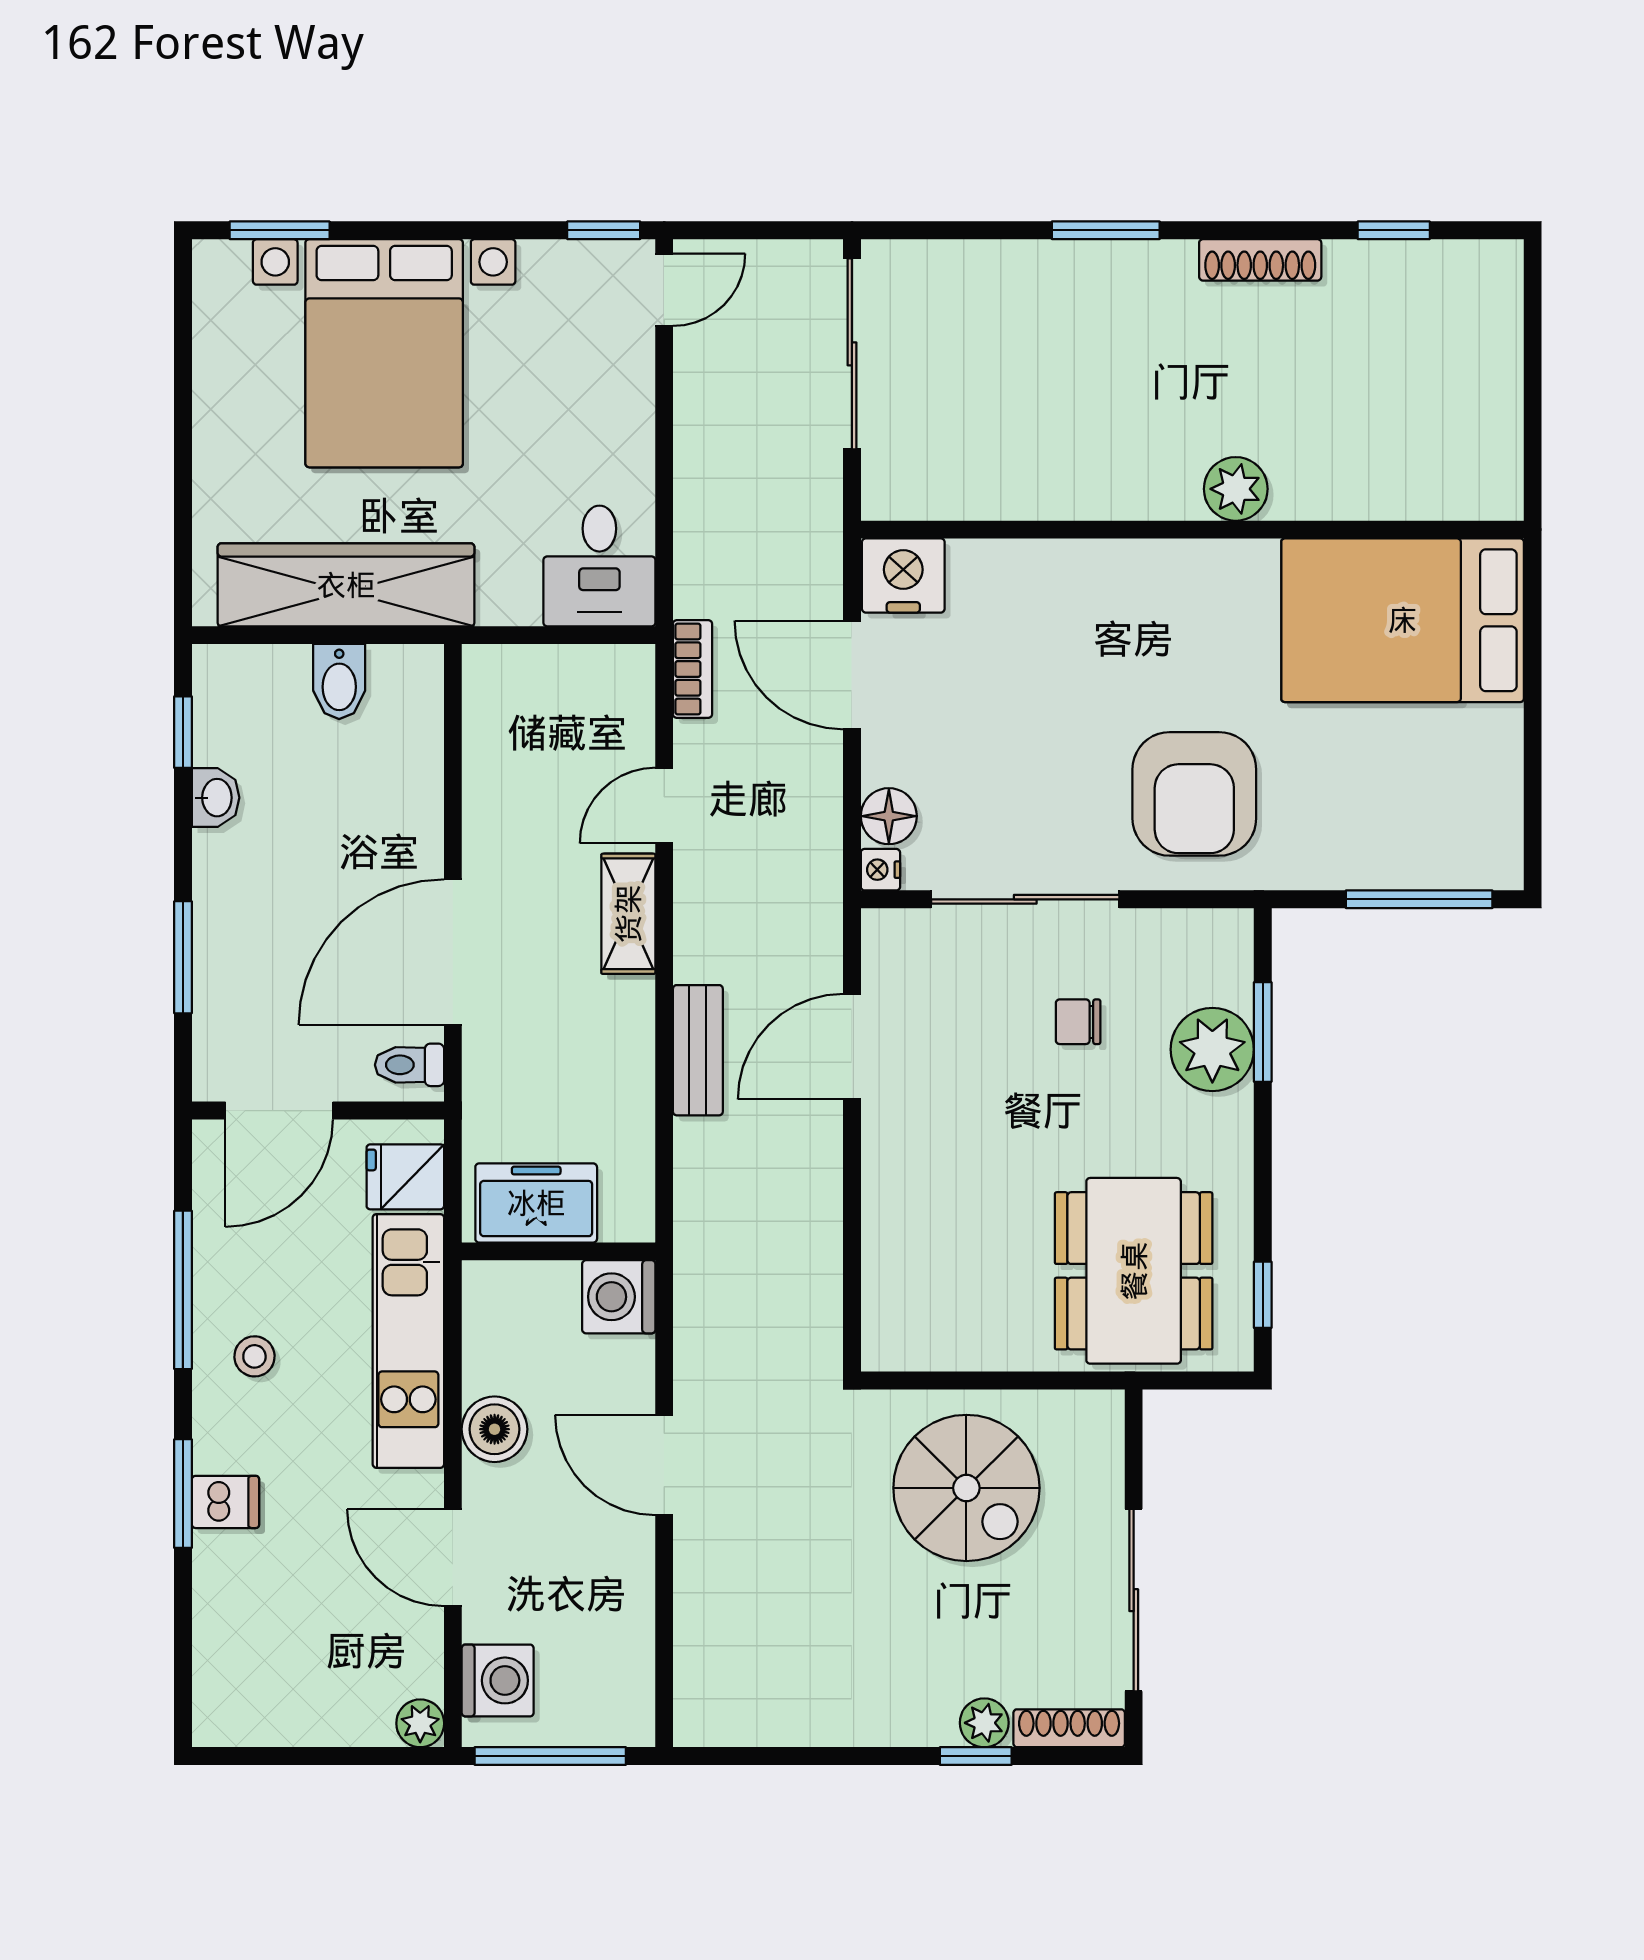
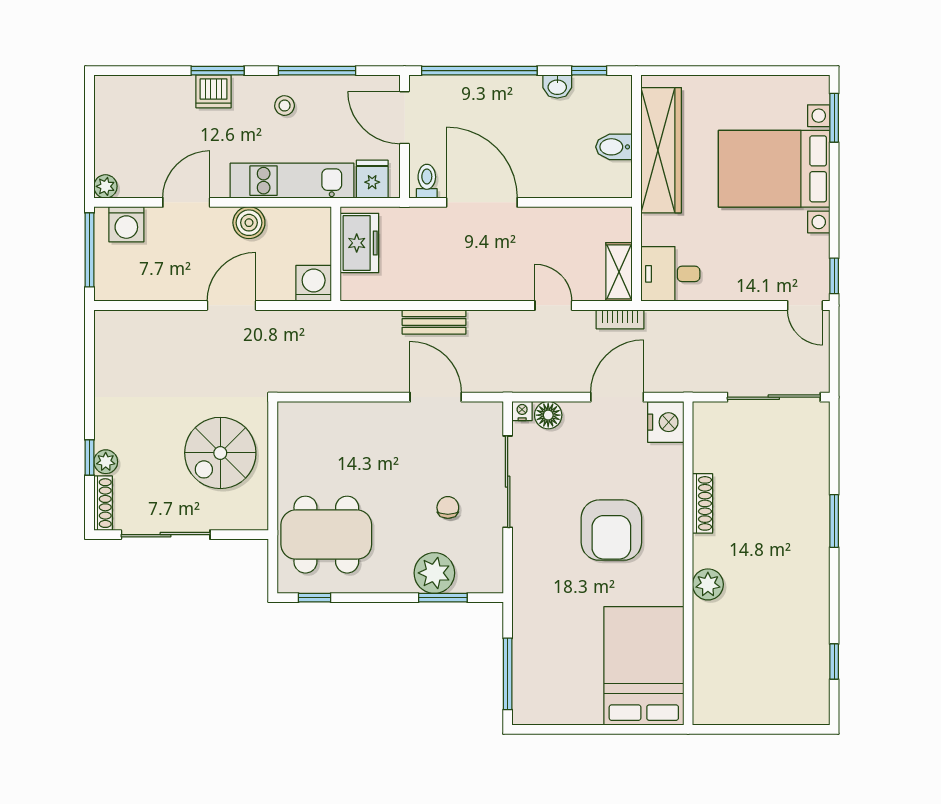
shoe rack: (1260, 260) -> (702, 503), moved, turned 180
armchair: (1194, 794) -> (611, 530), moved, turned -90
shelving: (628, 914) -> (619, 272), moved, turned 90
window: (183, 957) -> (479, 71), width x2.11
dishwasher: (225, 1502) -> (213, 91), width x1.38

